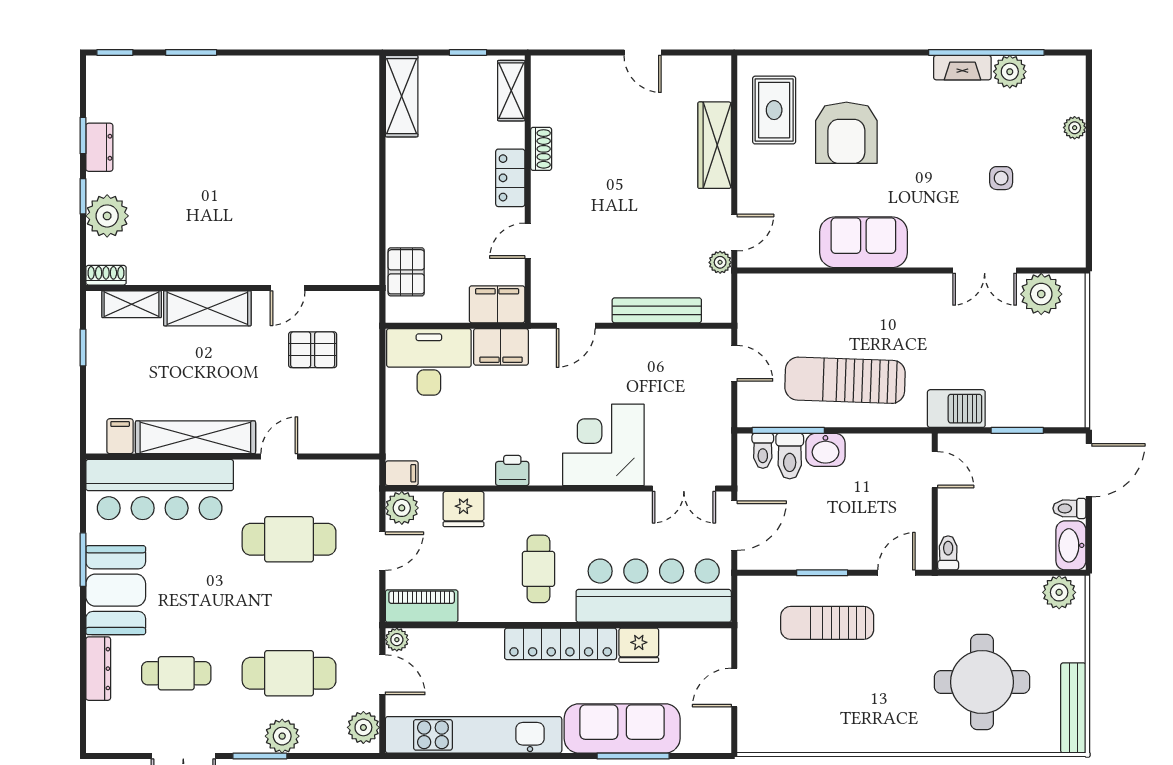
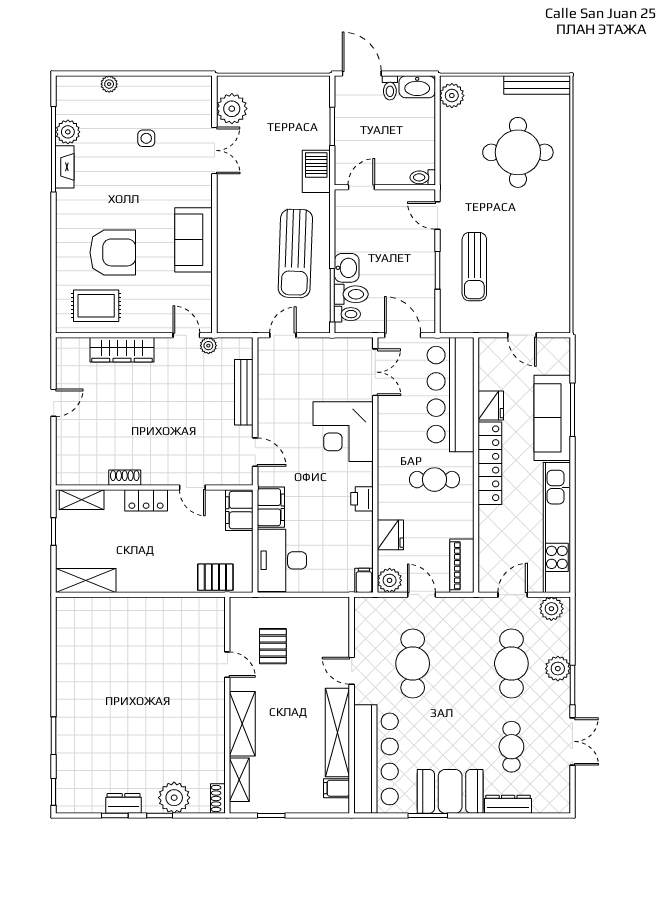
plant: (397, 640) -> (487, 584), removed

